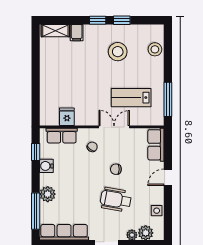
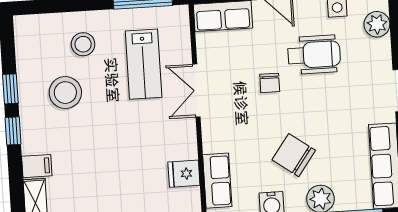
stool: (155, 49) -> (83, 44), moved
chair: (92, 147) -> (294, 155), moved, width x1.87, depth x1.87
wheelchair: (116, 200) -> (314, 55), moved, turned -100
plant: (132, 235) -> (382, 48), removed

